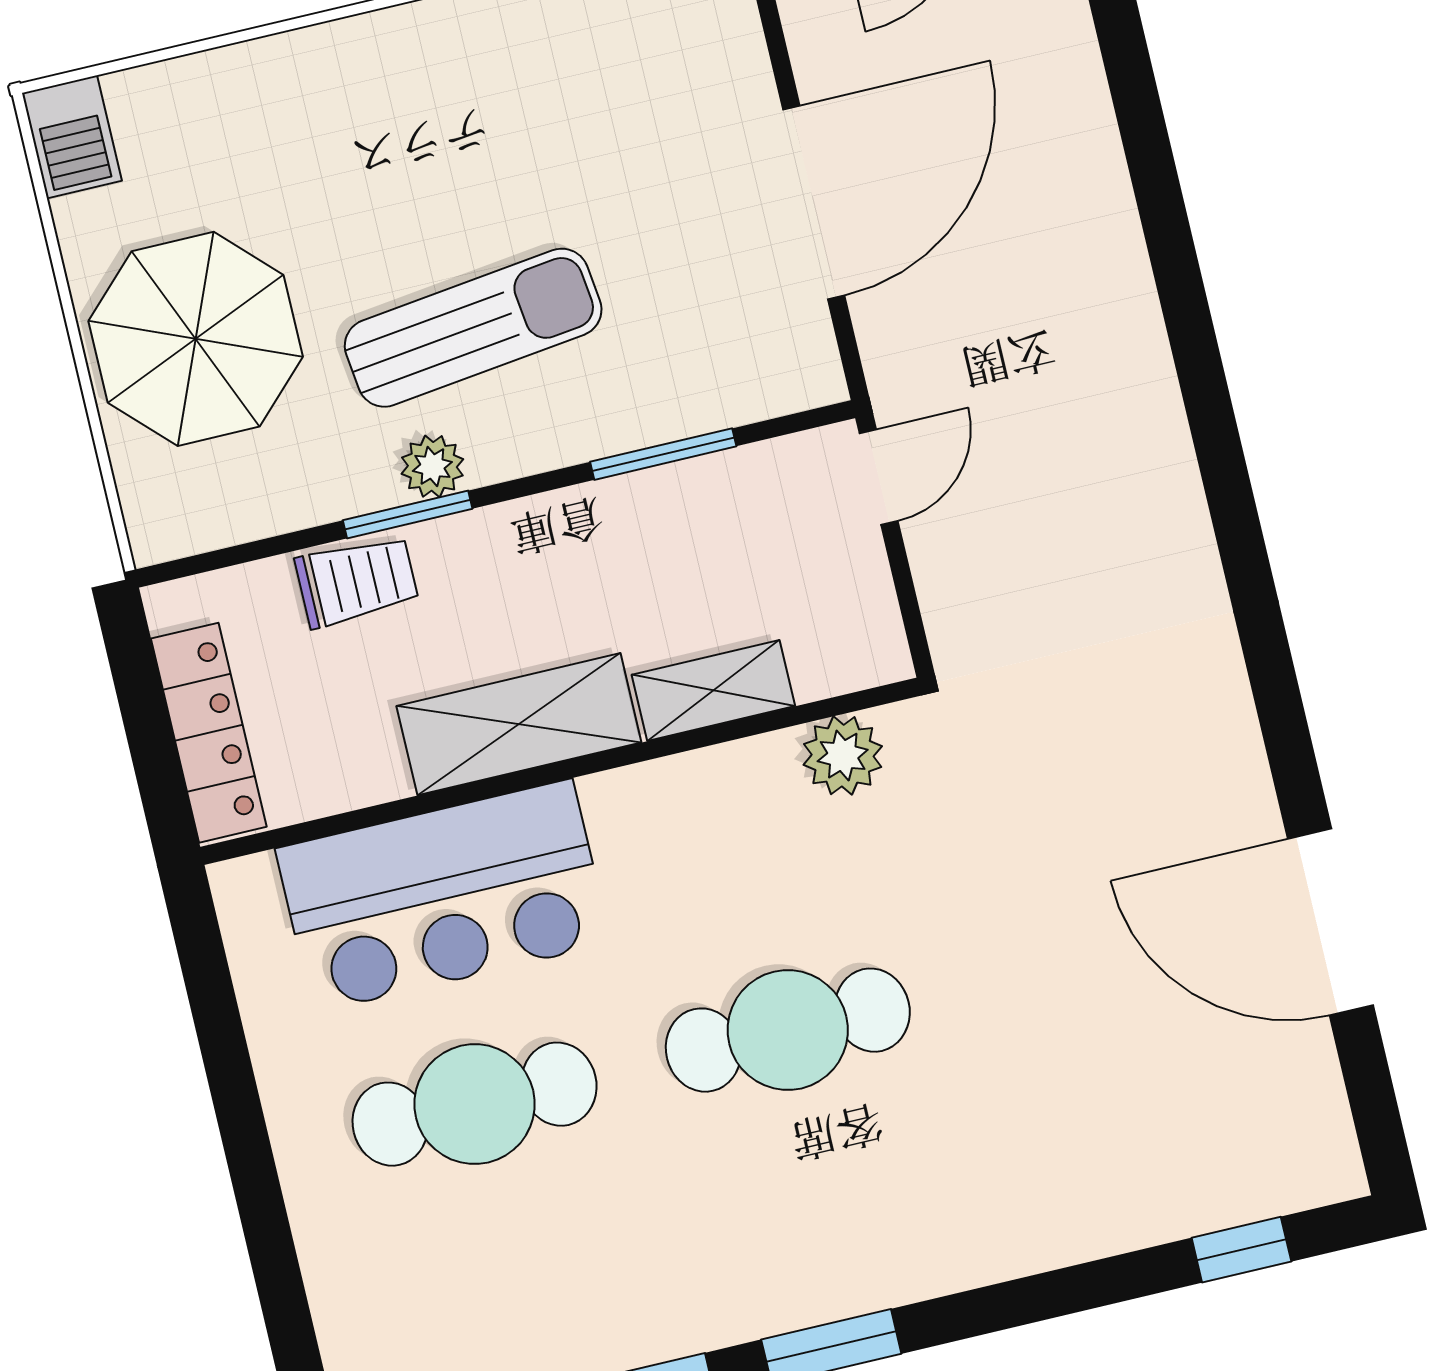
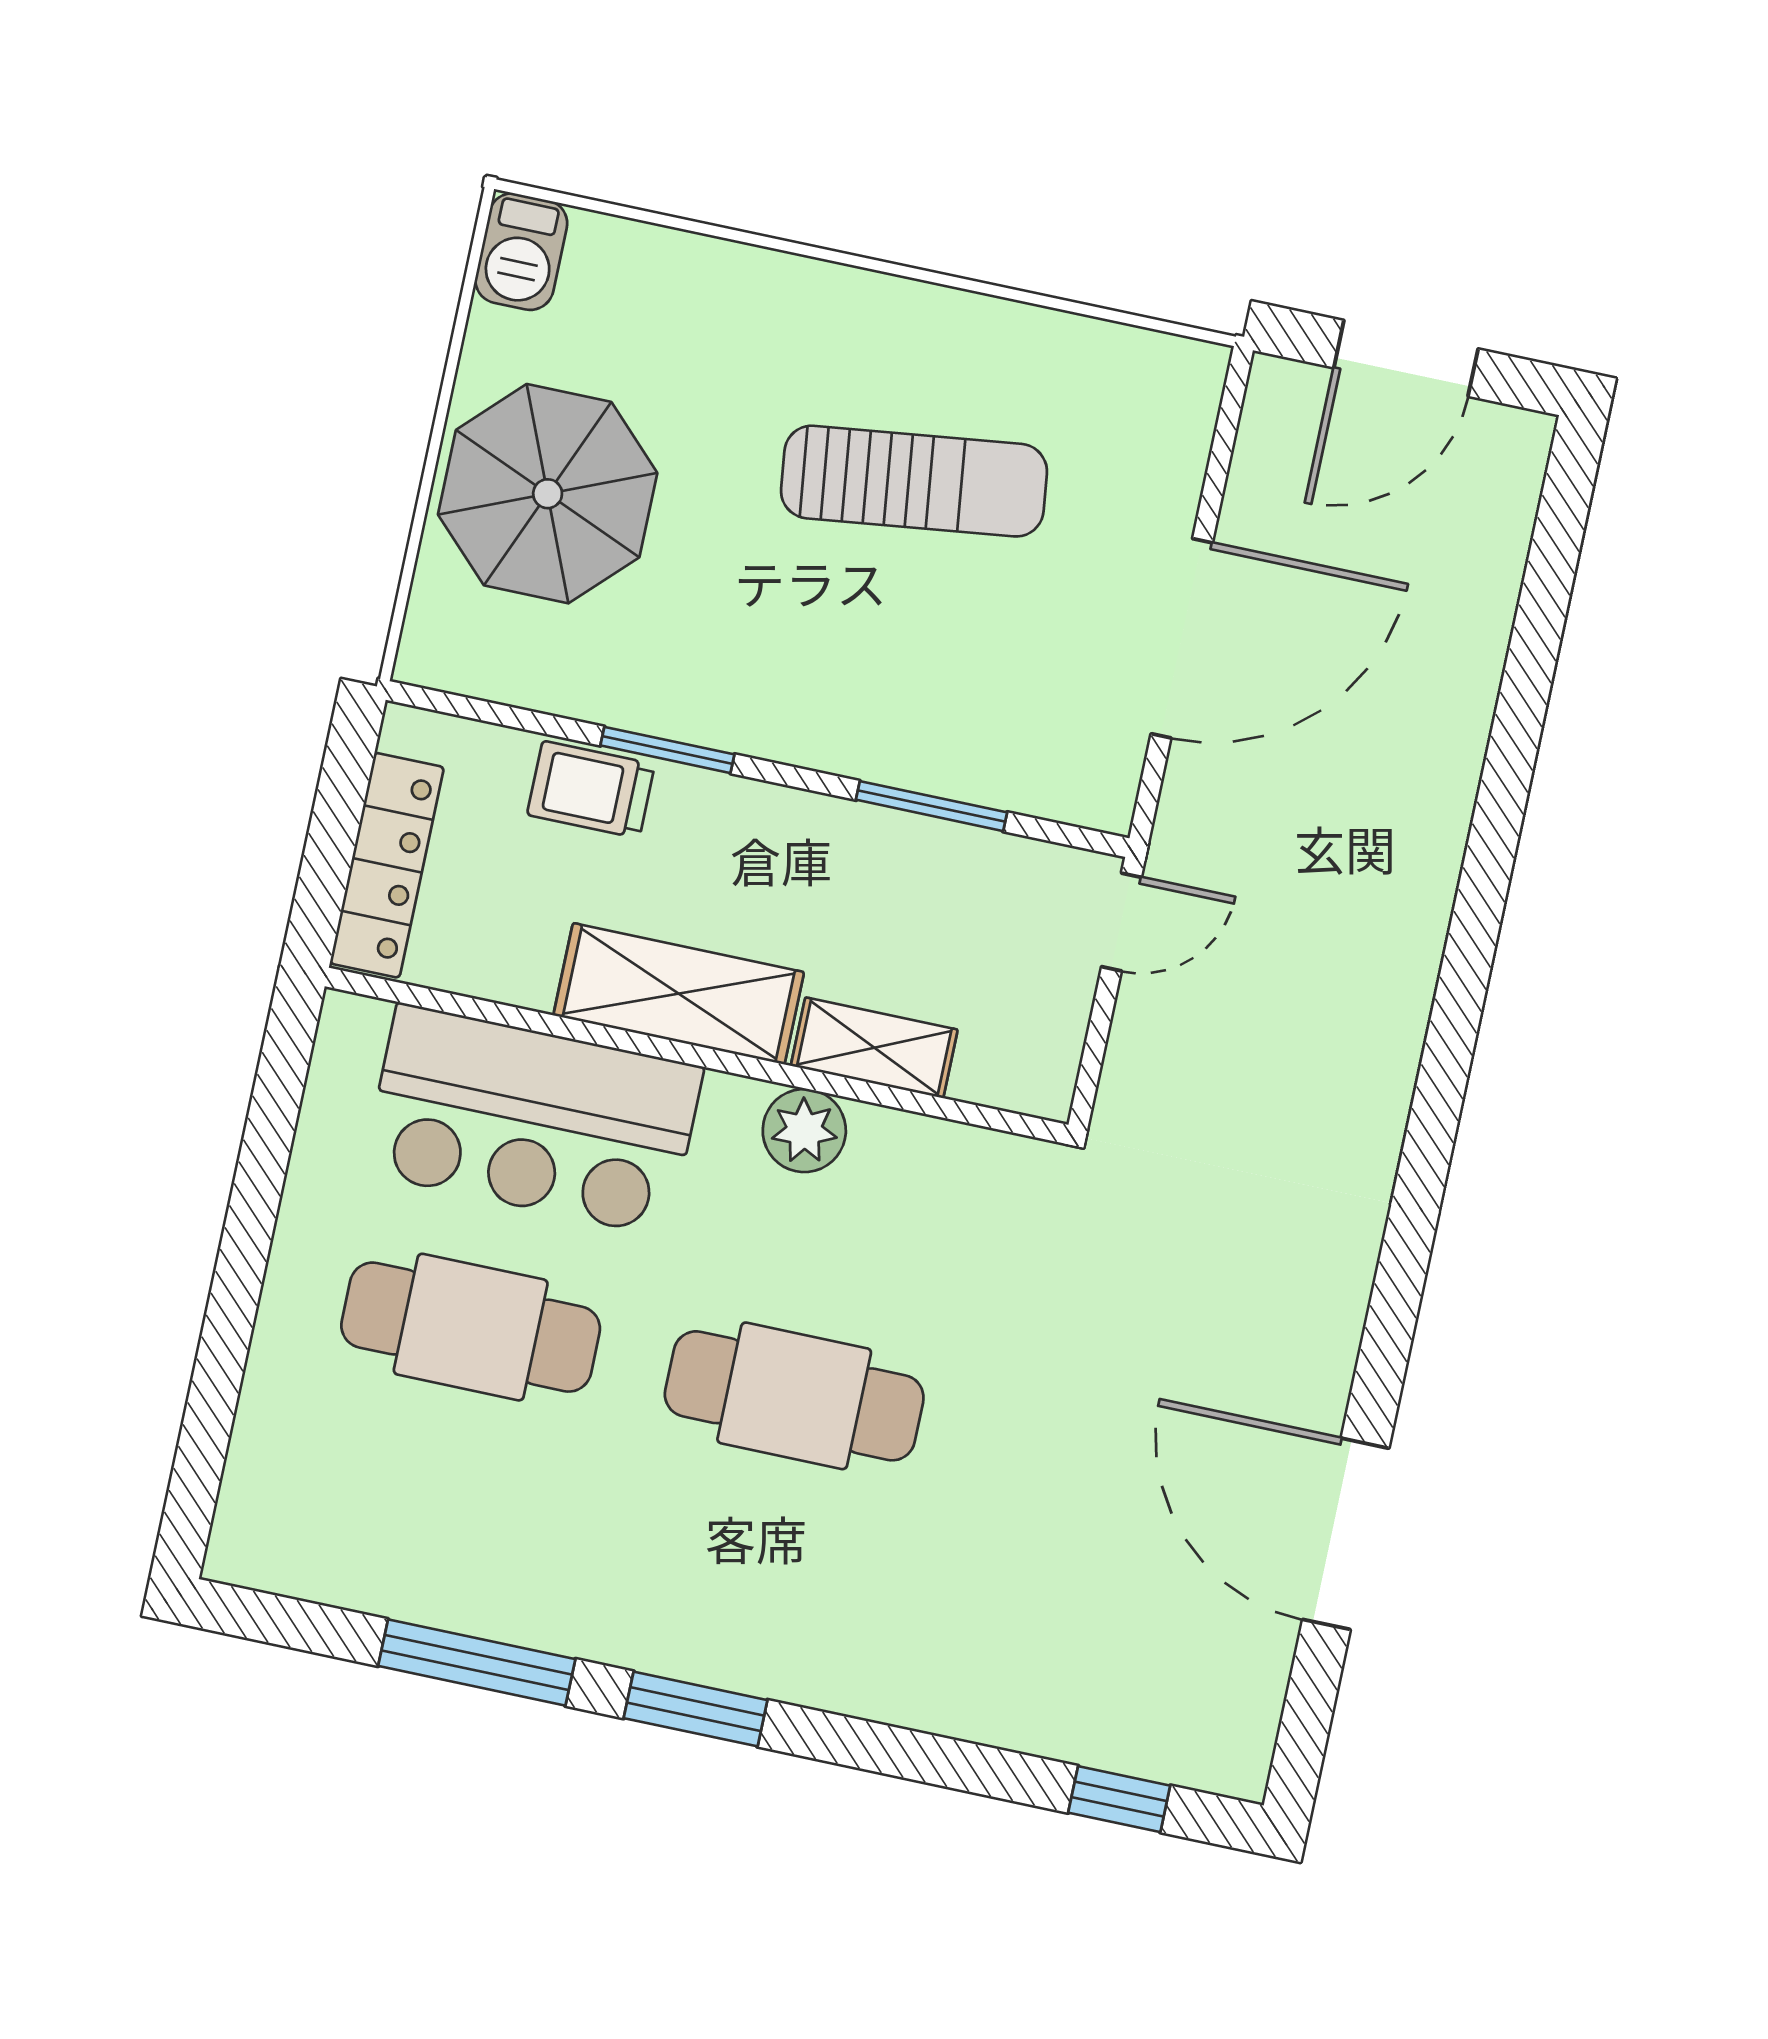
sun lounger: (473, 328) -> (914, 481), moved
plant: (432, 466) -> (712, 716), removed
trolley: (357, 581) -> (591, 790), turned 180
plant: (843, 756) -> (804, 1131), moved

